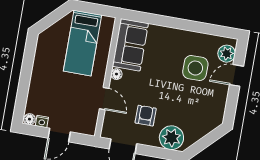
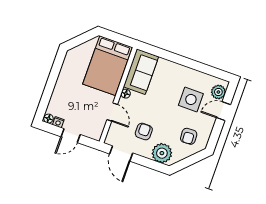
bed: (82, 43) -> (108, 66), width x1.50
armchair: (200, 112) -> (189, 136), added

